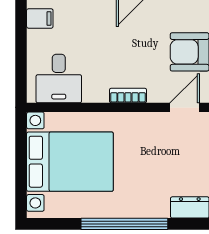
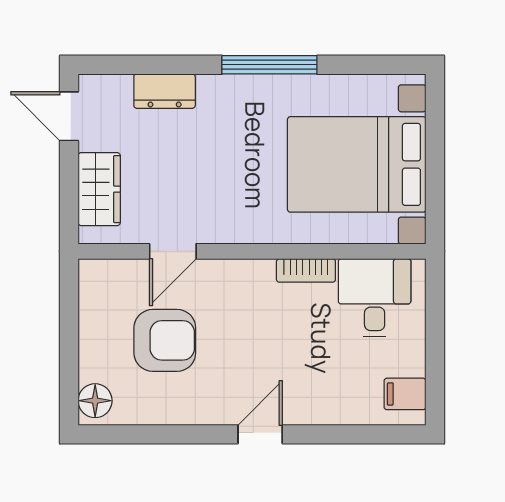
bookcase: (128, 96) -> (306, 270), moved
window: (124, 224) -> (269, 65), width x0.68

